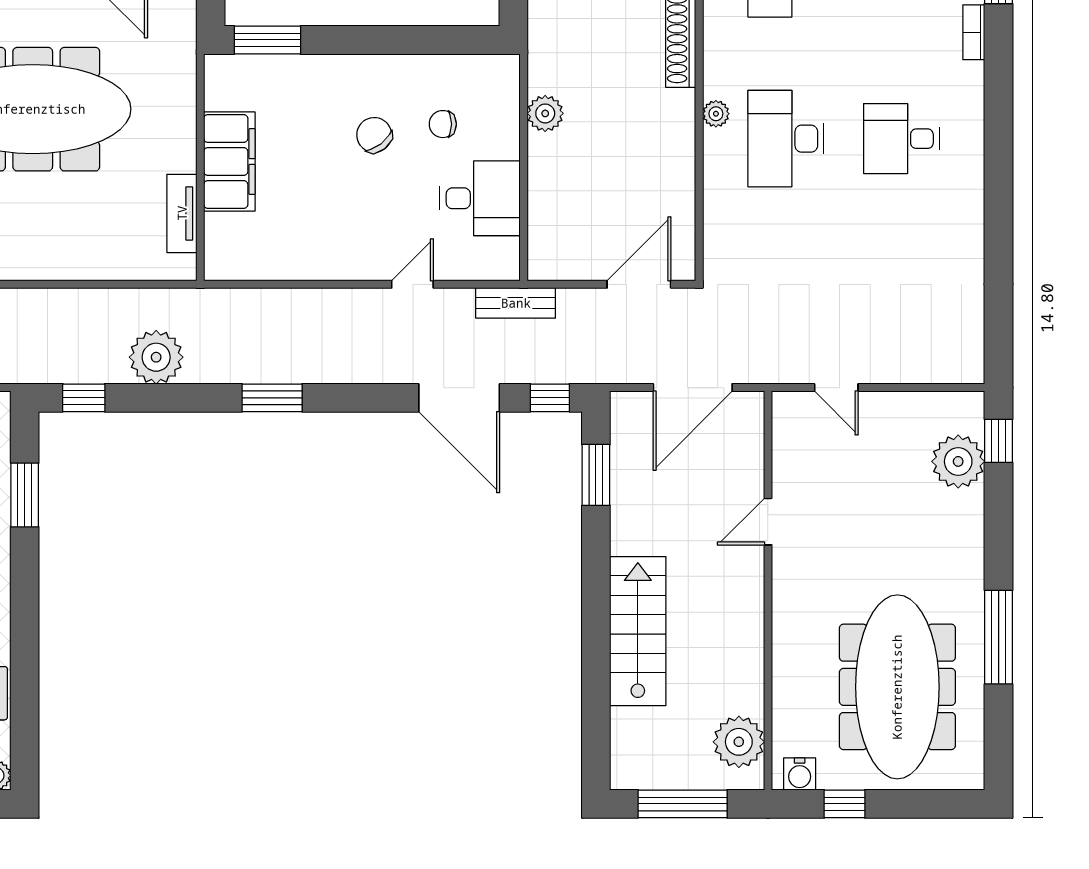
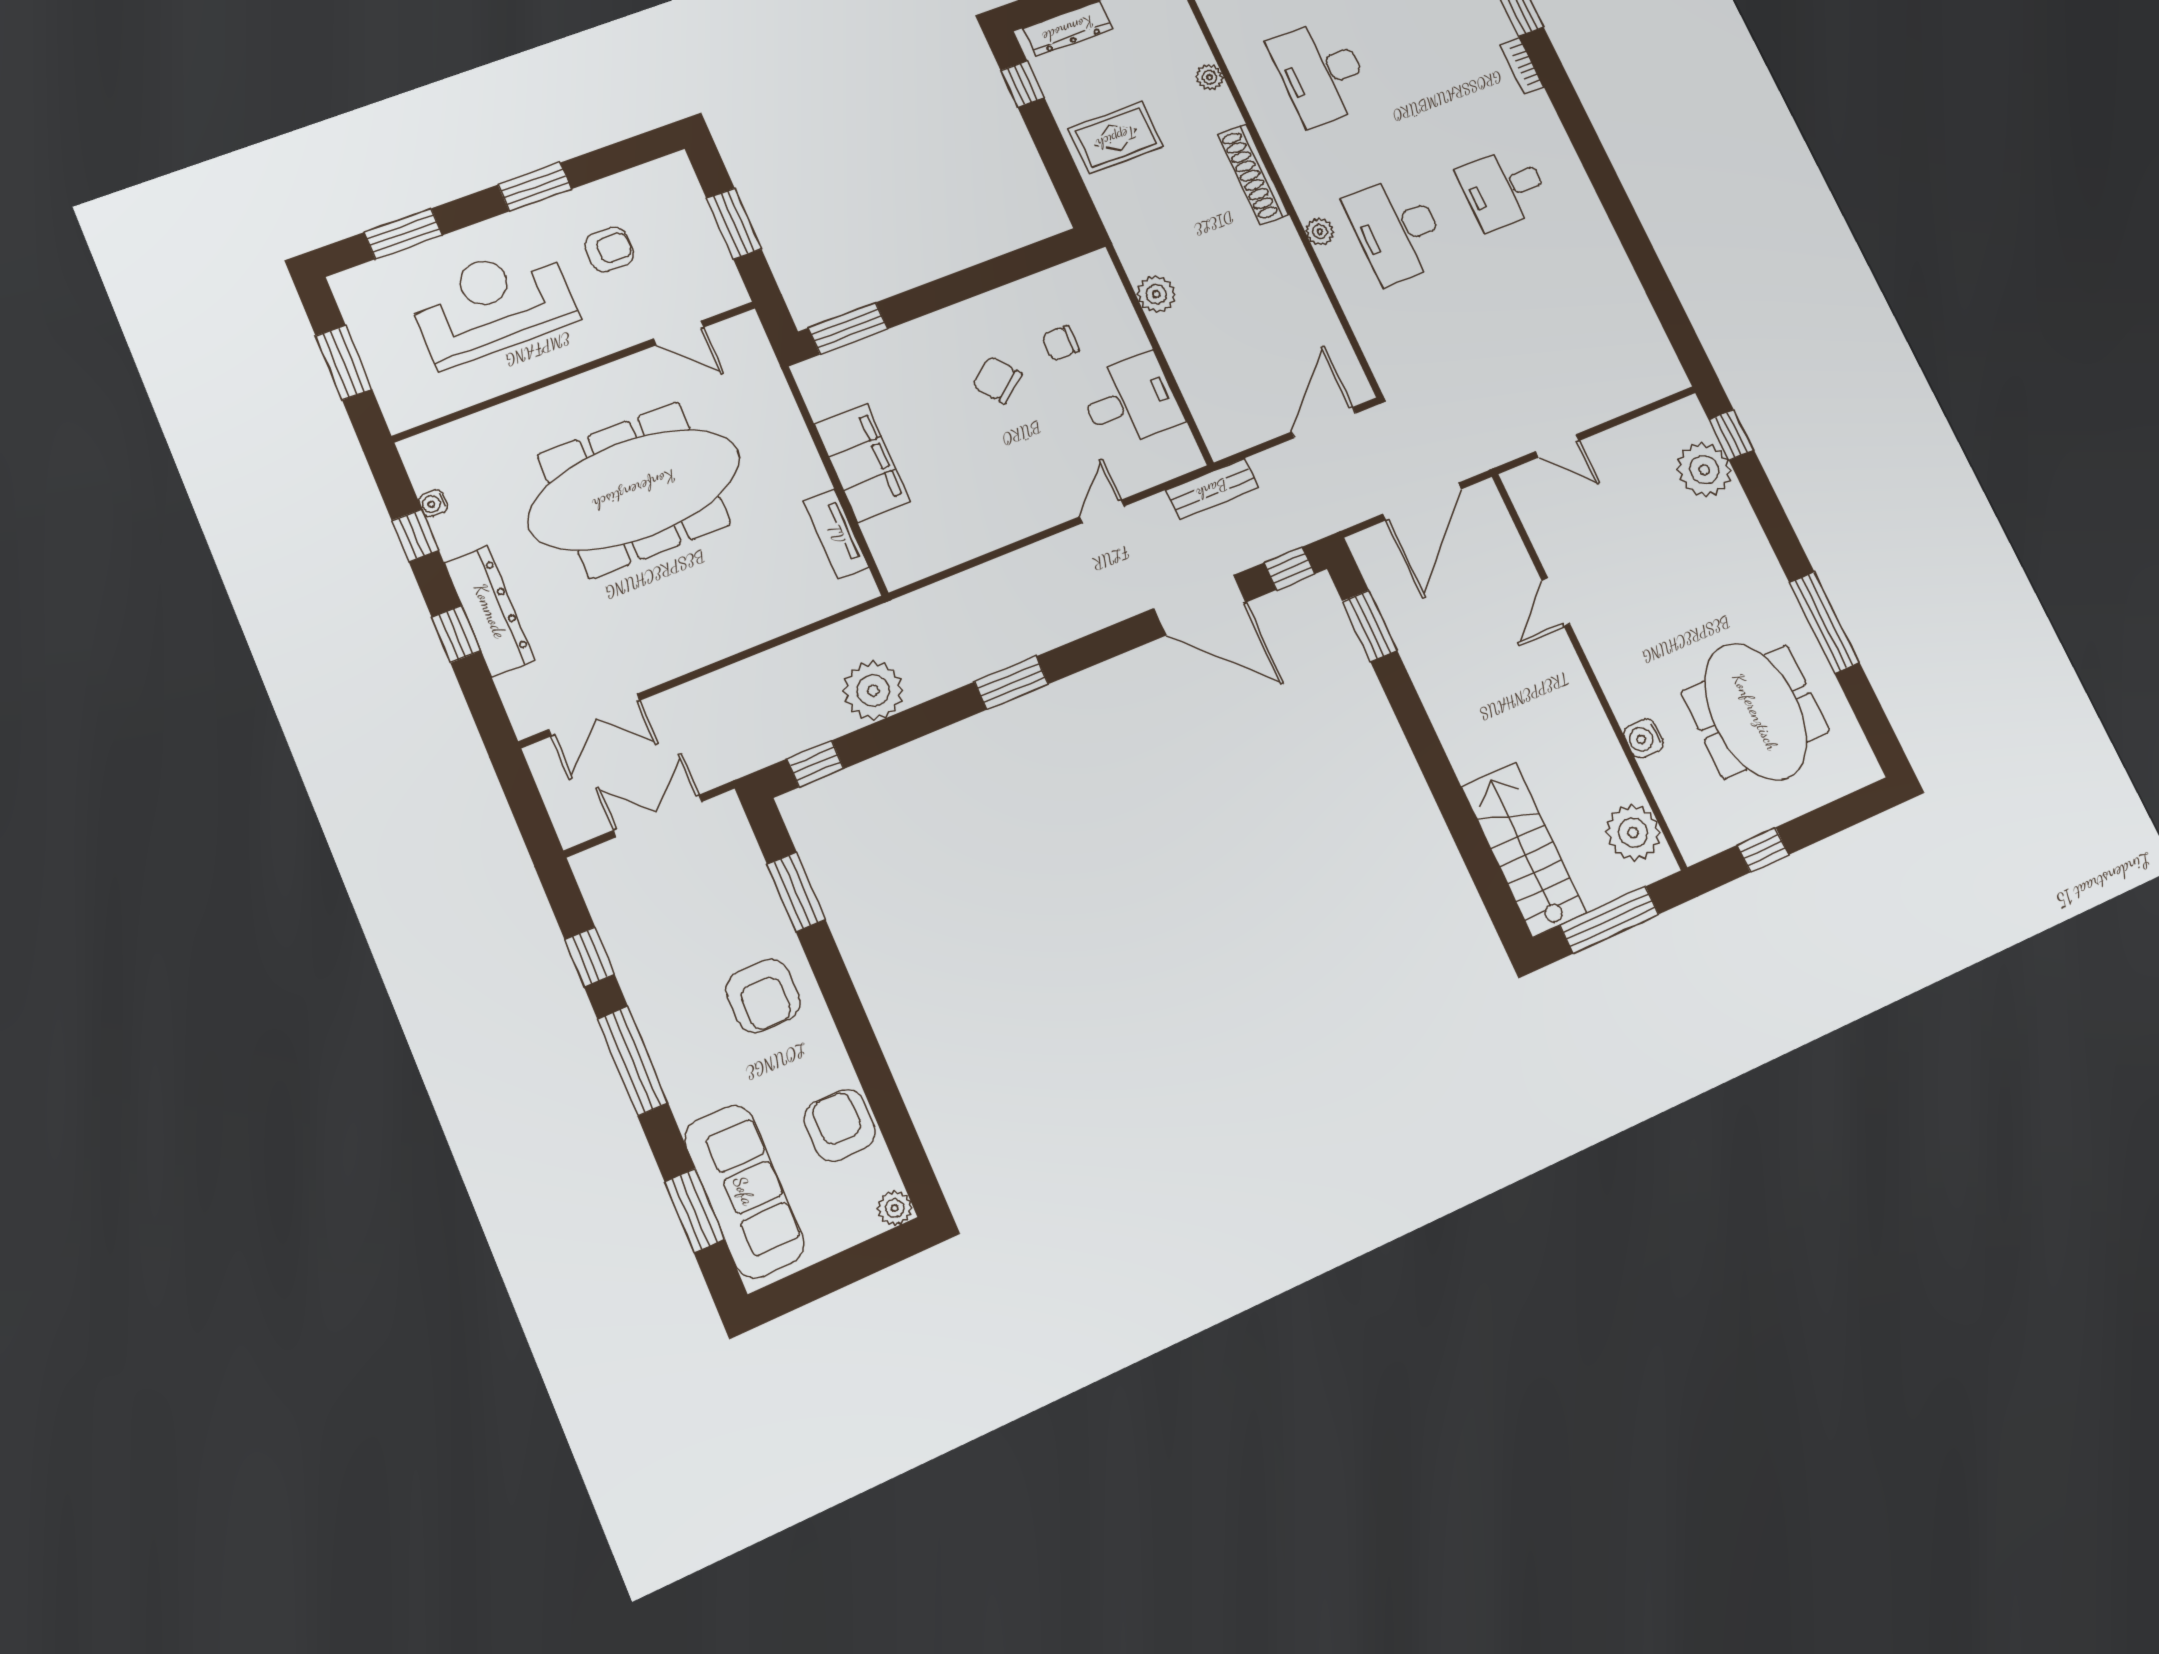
stairs: (638, 631) -> (1524, 850), moved
meeting table: (897, 687) -> (1755, 712), width x0.73
water cooler: (800, 774) -> (1644, 738), moved, turned 90

